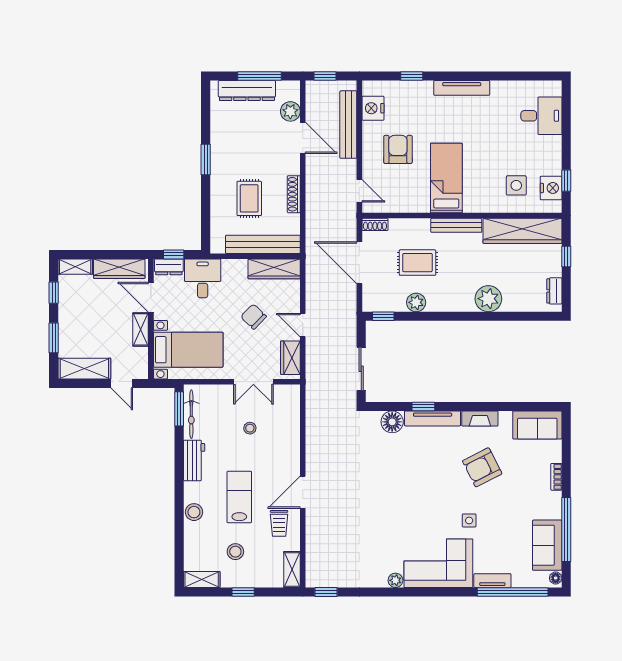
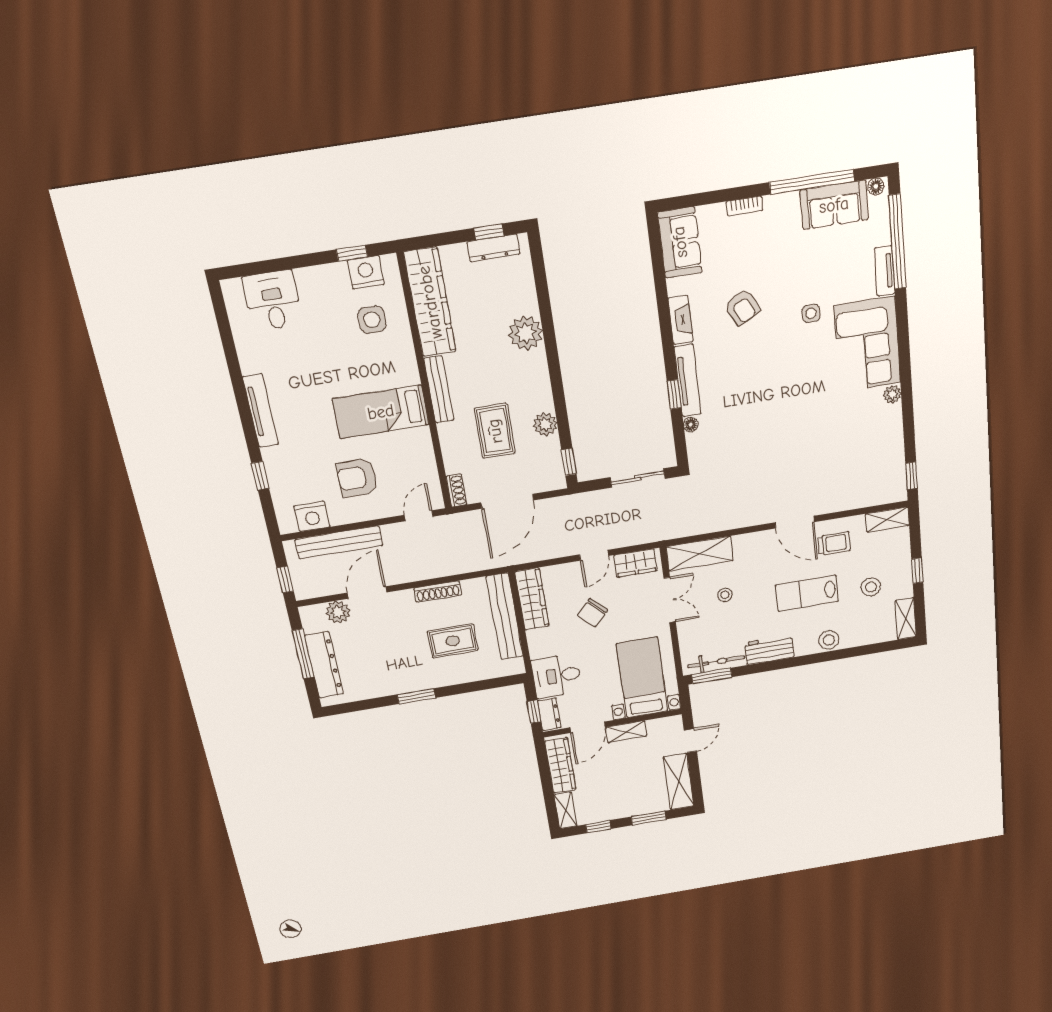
window: (566, 257) -> (489, 232), moved
dresser: (554, 291) -> (494, 248), width x1.44
shelving: (289, 411) -> (700, 554), added
floor lamp: (392, 422) -> (691, 425), width x0.53, depth x0.53
armchair: (482, 467) -> (742, 307), width x0.72, depth x0.72

